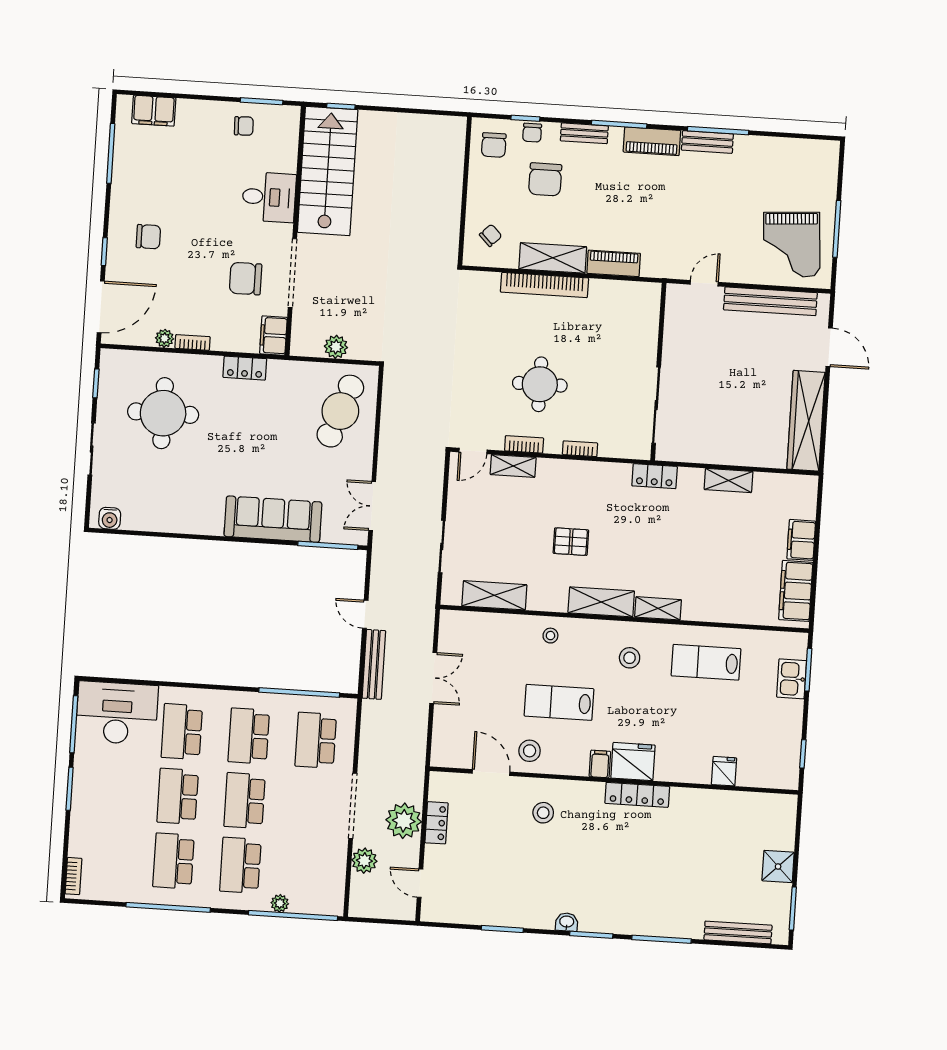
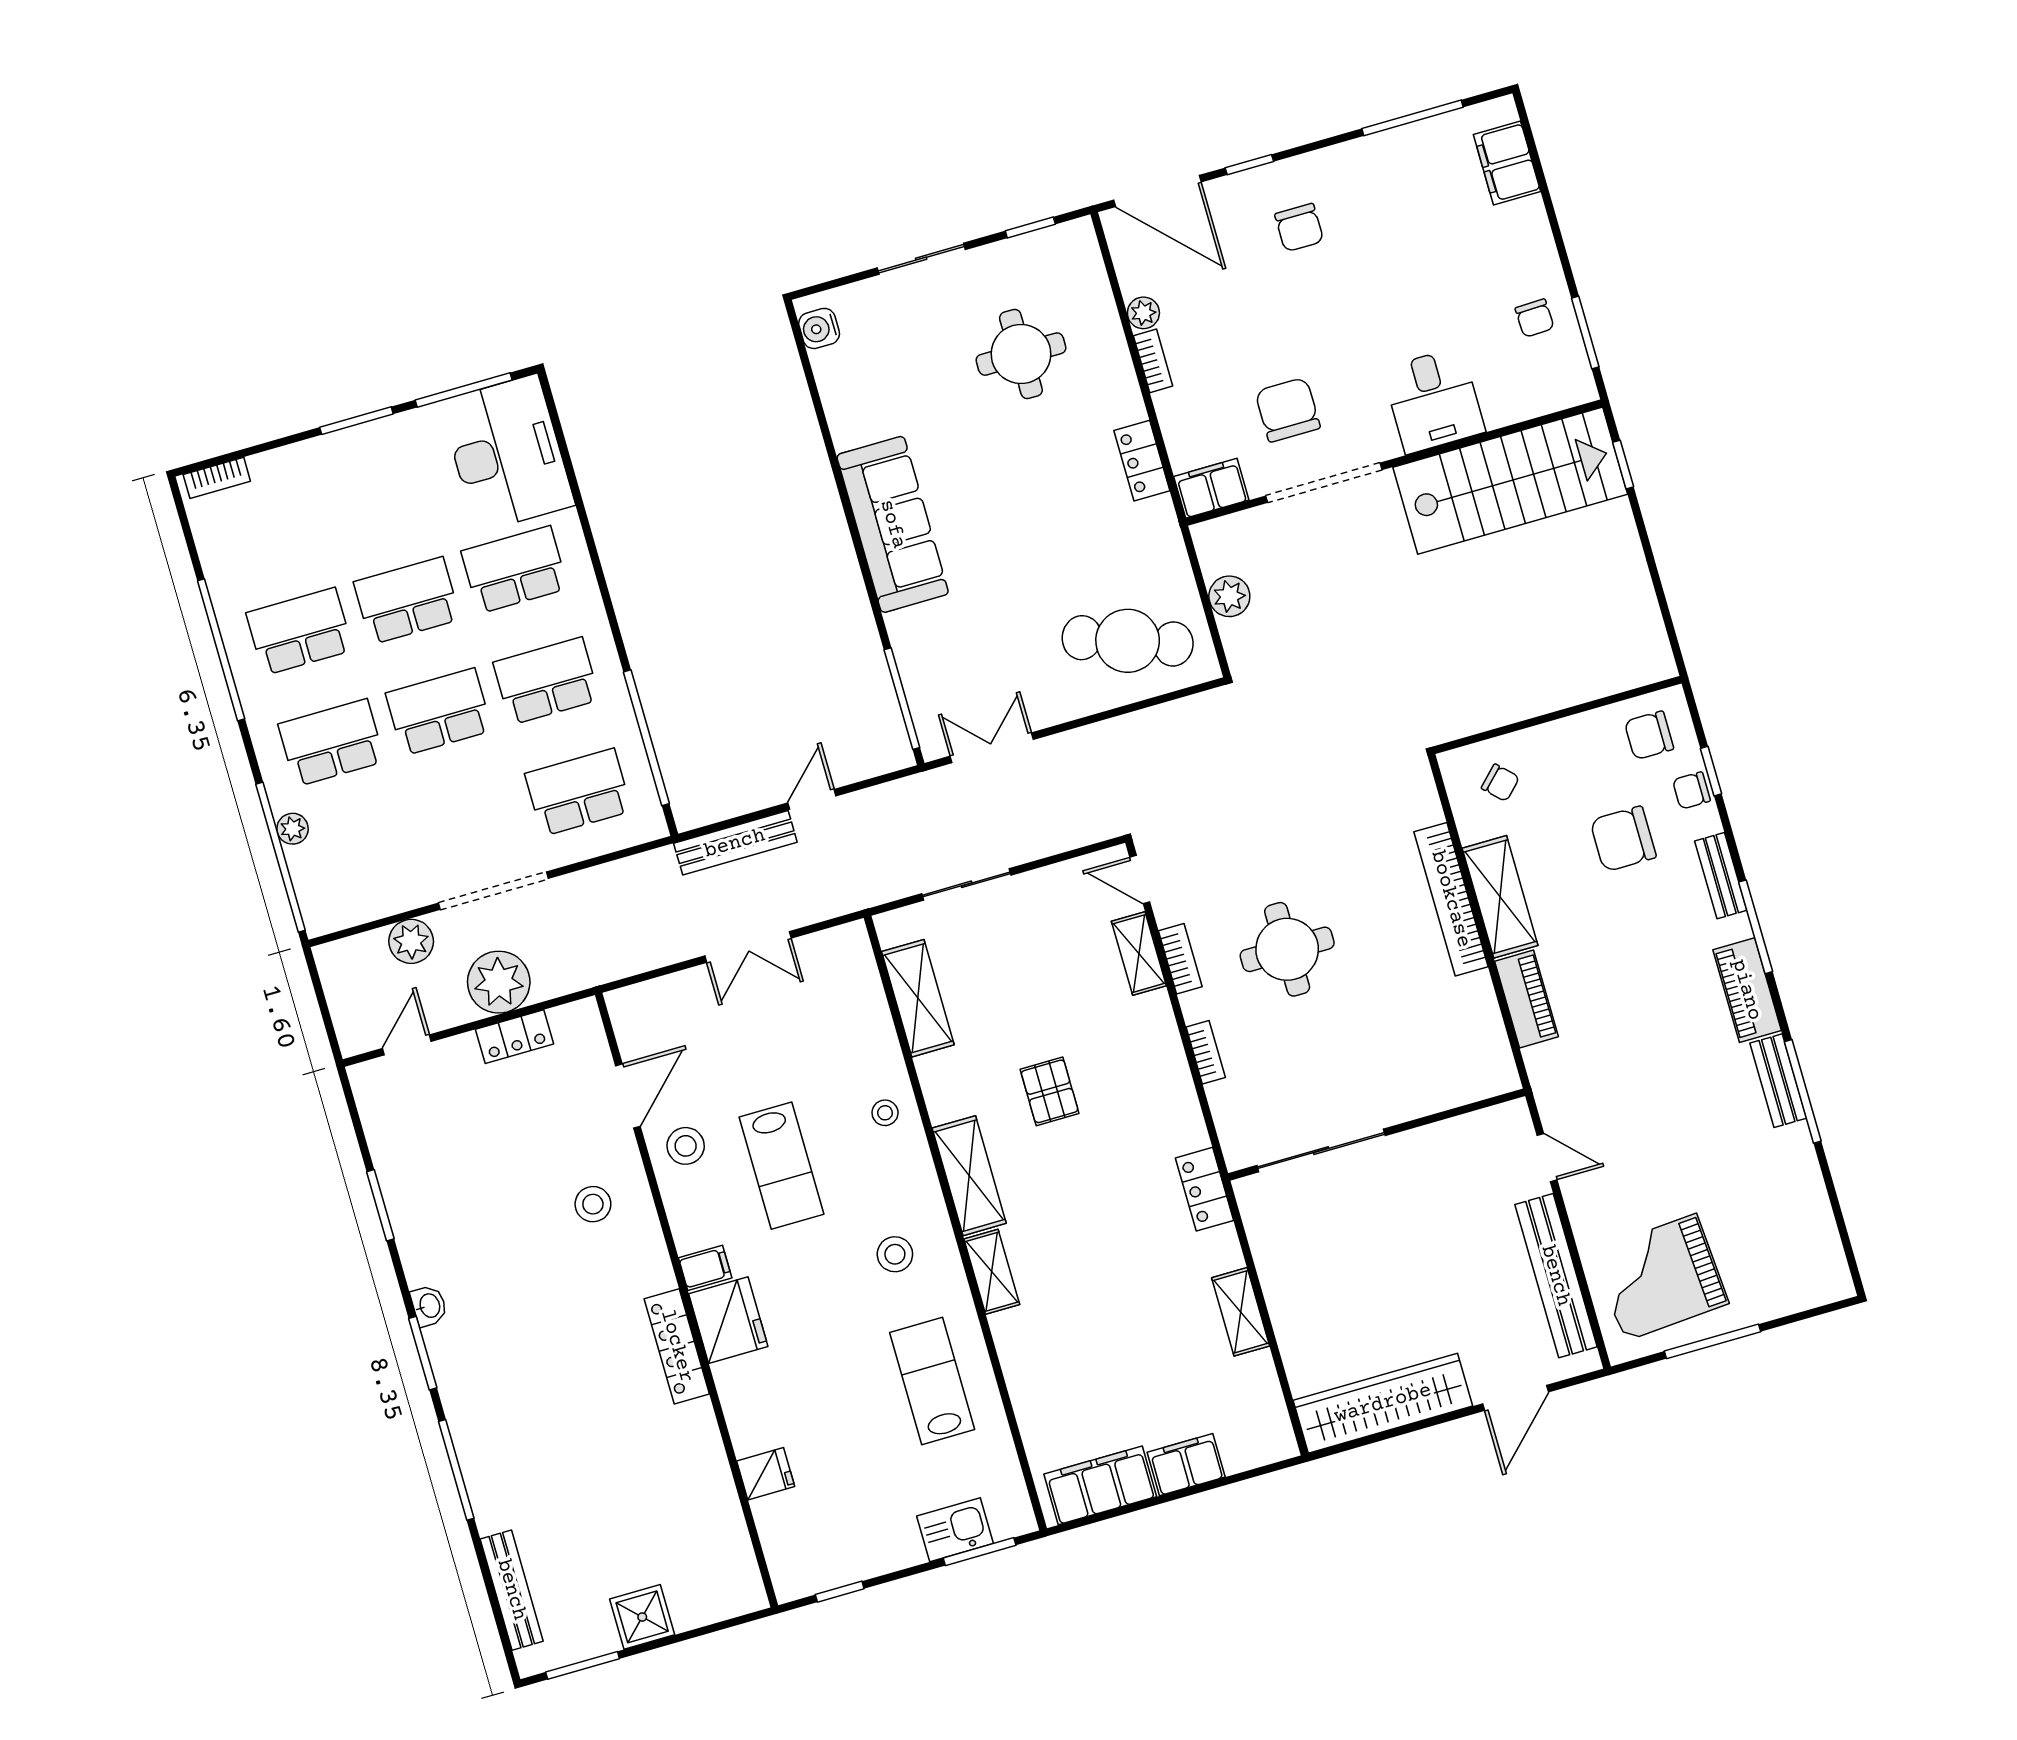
round table: (163, 413) -> (1021, 354), width x0.73, depth x0.73
sofa: (273, 519) -> (893, 524), moved
lab bench: (559, 702) -> (781, 1166), turned 180

